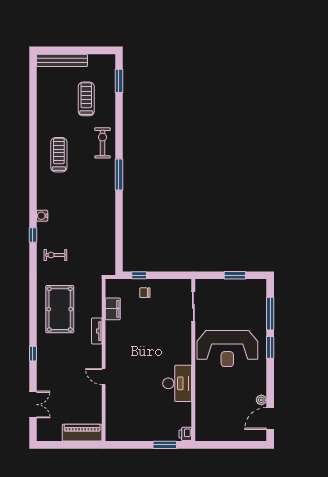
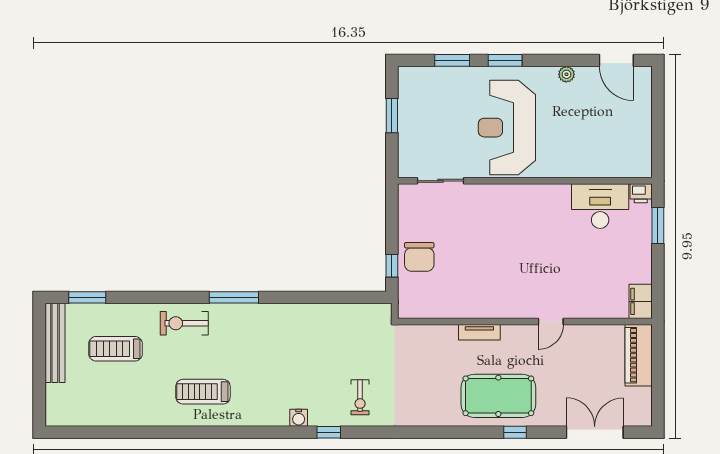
bench: (62, 60) -> (55, 343), moved
chair: (145, 293) -> (419, 257), width x1.87, depth x1.87
pool table: (60, 309) -> (498, 396), moved
filing cabinet: (113, 309) -> (641, 301), moved, turned -90
window: (270, 314) -> (452, 60), width x0.69
reception desk: (227, 349) -> (507, 128), turned 180
desk: (177, 383) -> (600, 206), moved
plant: (261, 400) -> (566, 74), moved
double door: (33, 405) -> (595, 432), width x1.37

